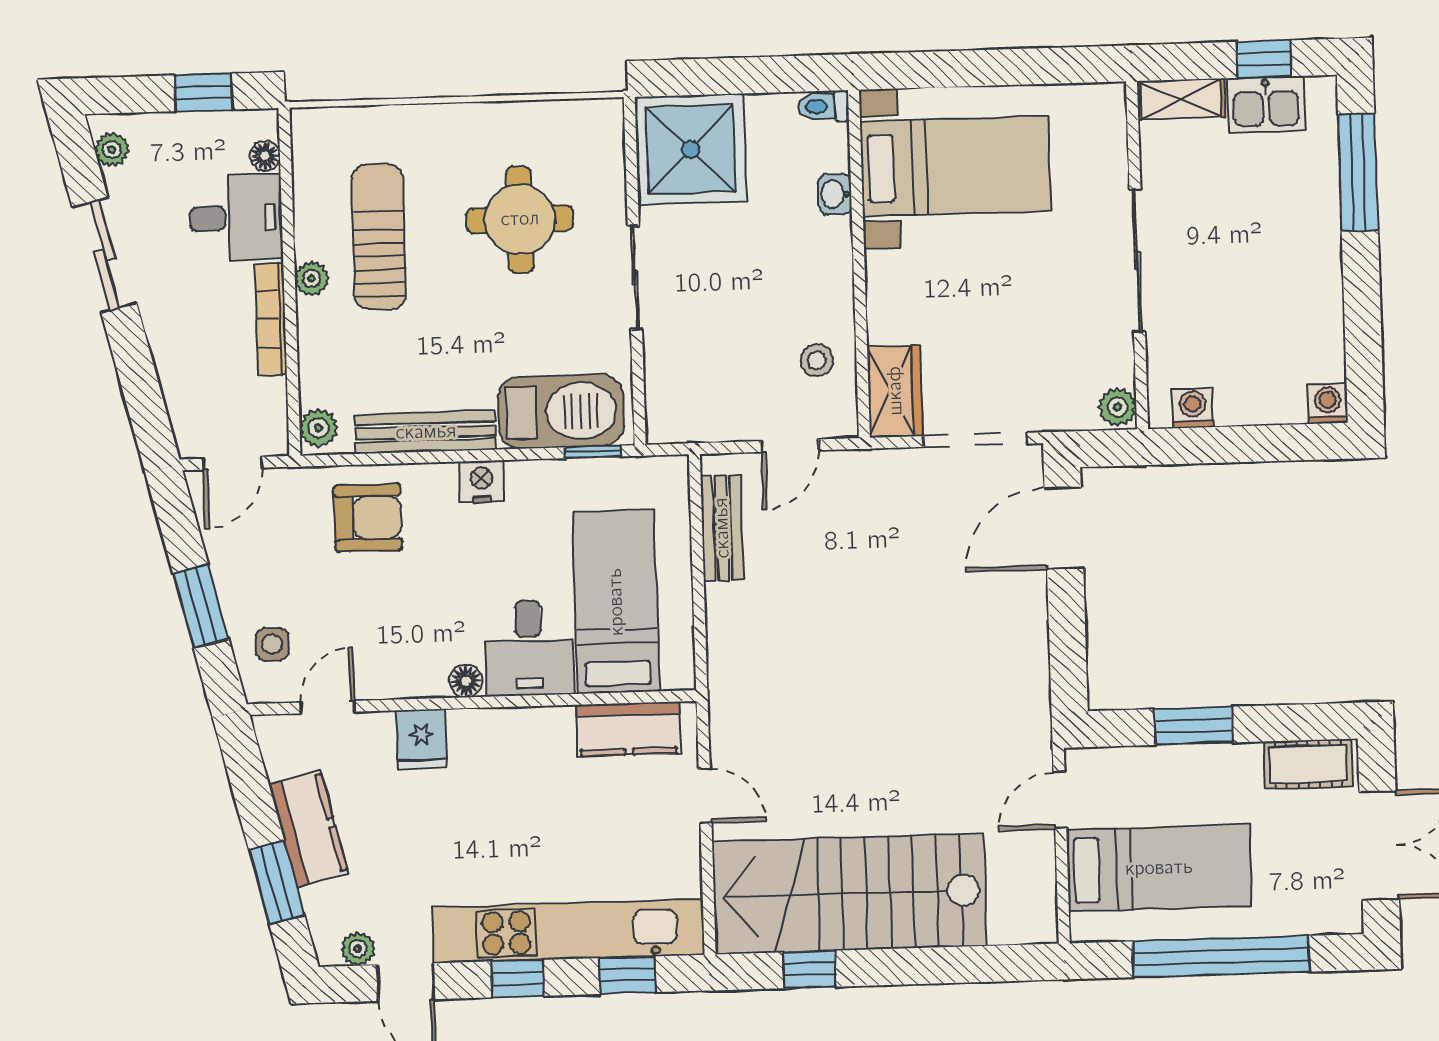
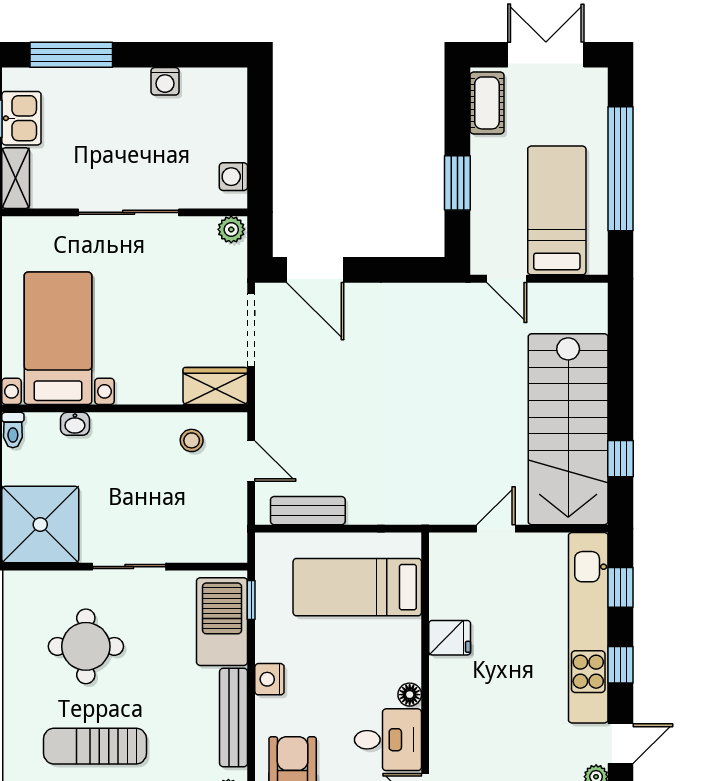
washing machine: (1328, 404) -> (165, 81), moved, turned -90
desk: (529, 648) -> (388, 740), moved
kitchen counter: (628, 729) -> (447, 581), removed
fridge: (421, 739) -> (450, 638), moved

